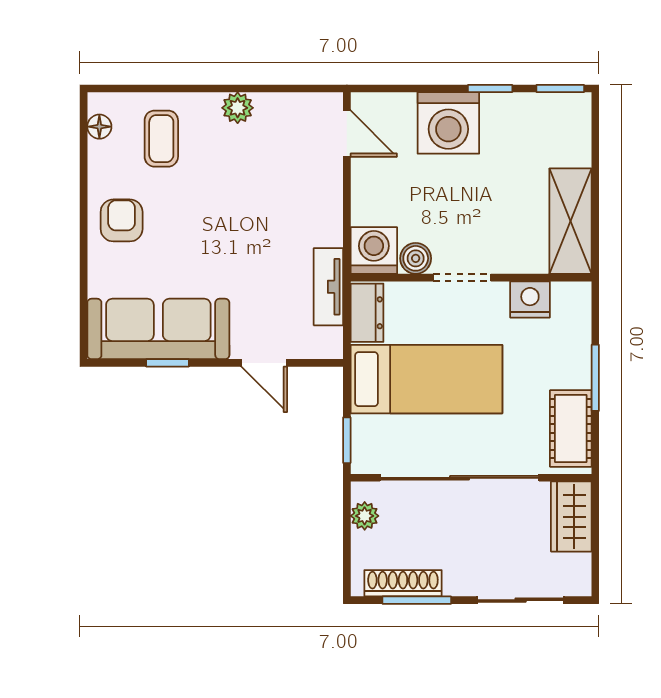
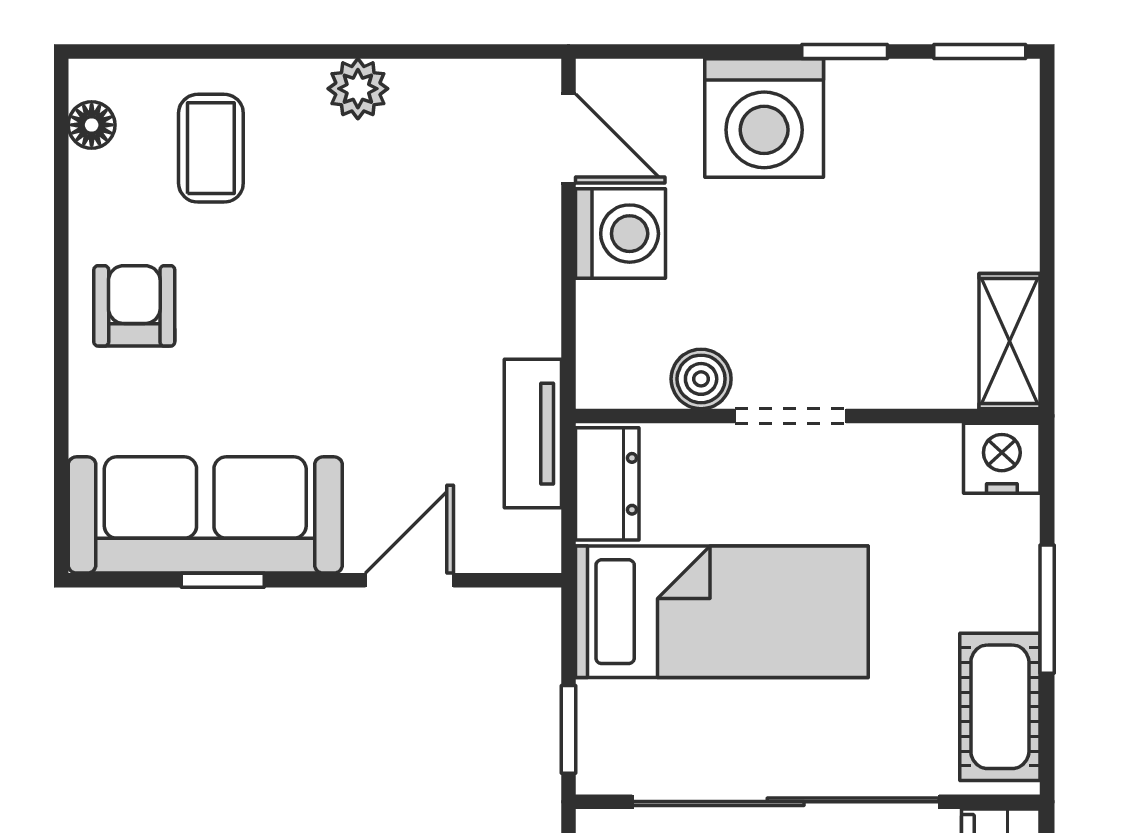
shelving: (570, 221) -> (1010, 341), width x0.67, depth x0.75
washing machine: (374, 251) -> (621, 234), moved, turned 90
nightstand: (530, 300) -> (1002, 458), moved
door: (264, 363) -> (409, 580), swing flipped

